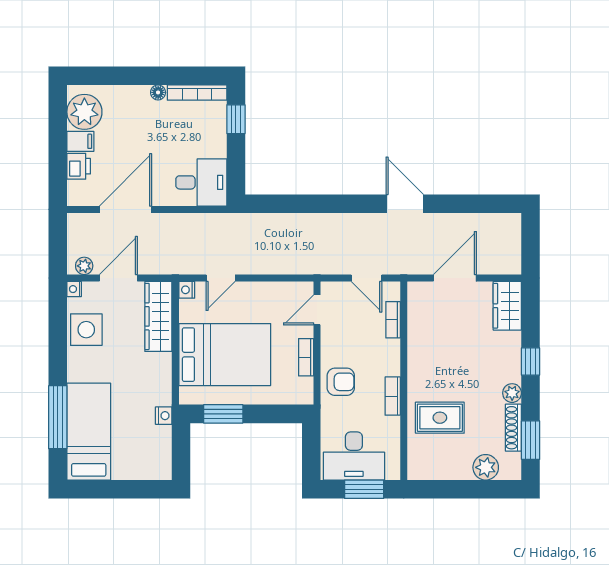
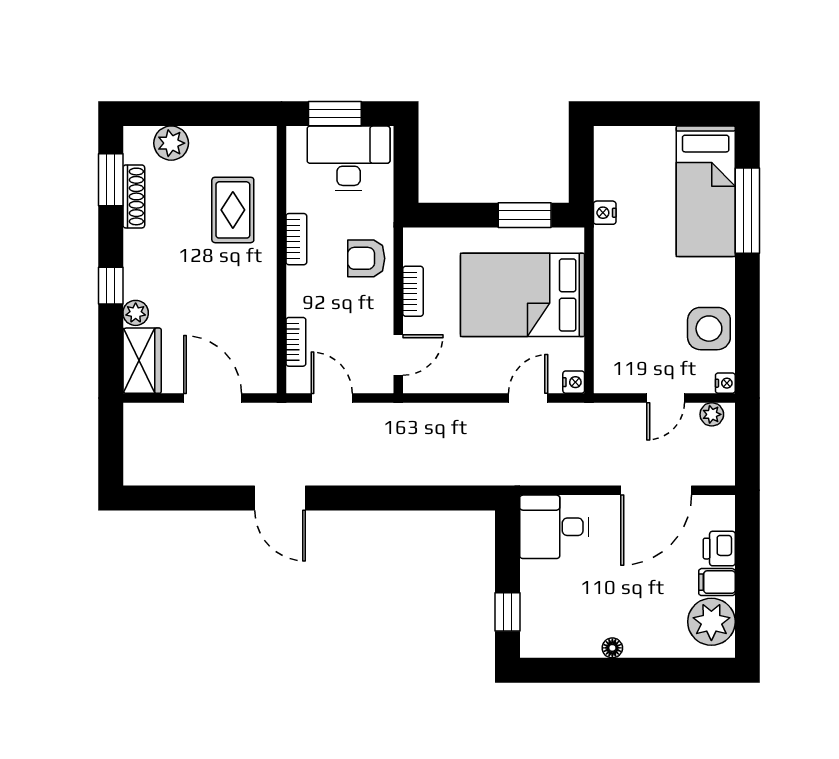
bookcase: (197, 93) -> (560, 648), removed
door: (118, 278) -> (666, 398), width x0.73
door: (455, 278) -> (213, 398), swing flipped
wardrobe: (158, 316) -> (612, 346), removed
plant: (512, 393) -> (136, 313), moved
rug: (440, 418) -> (233, 210), turned 90

